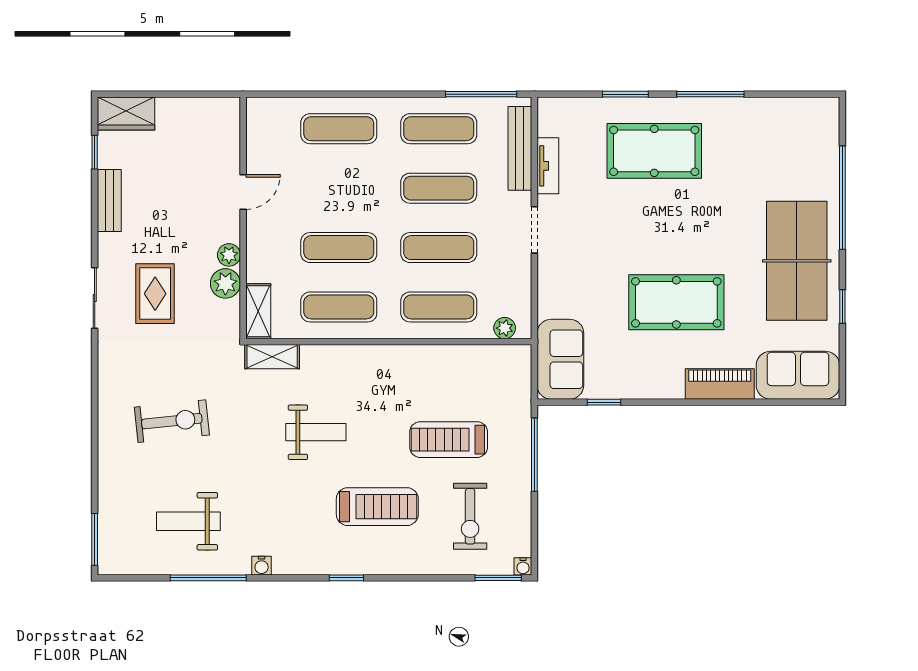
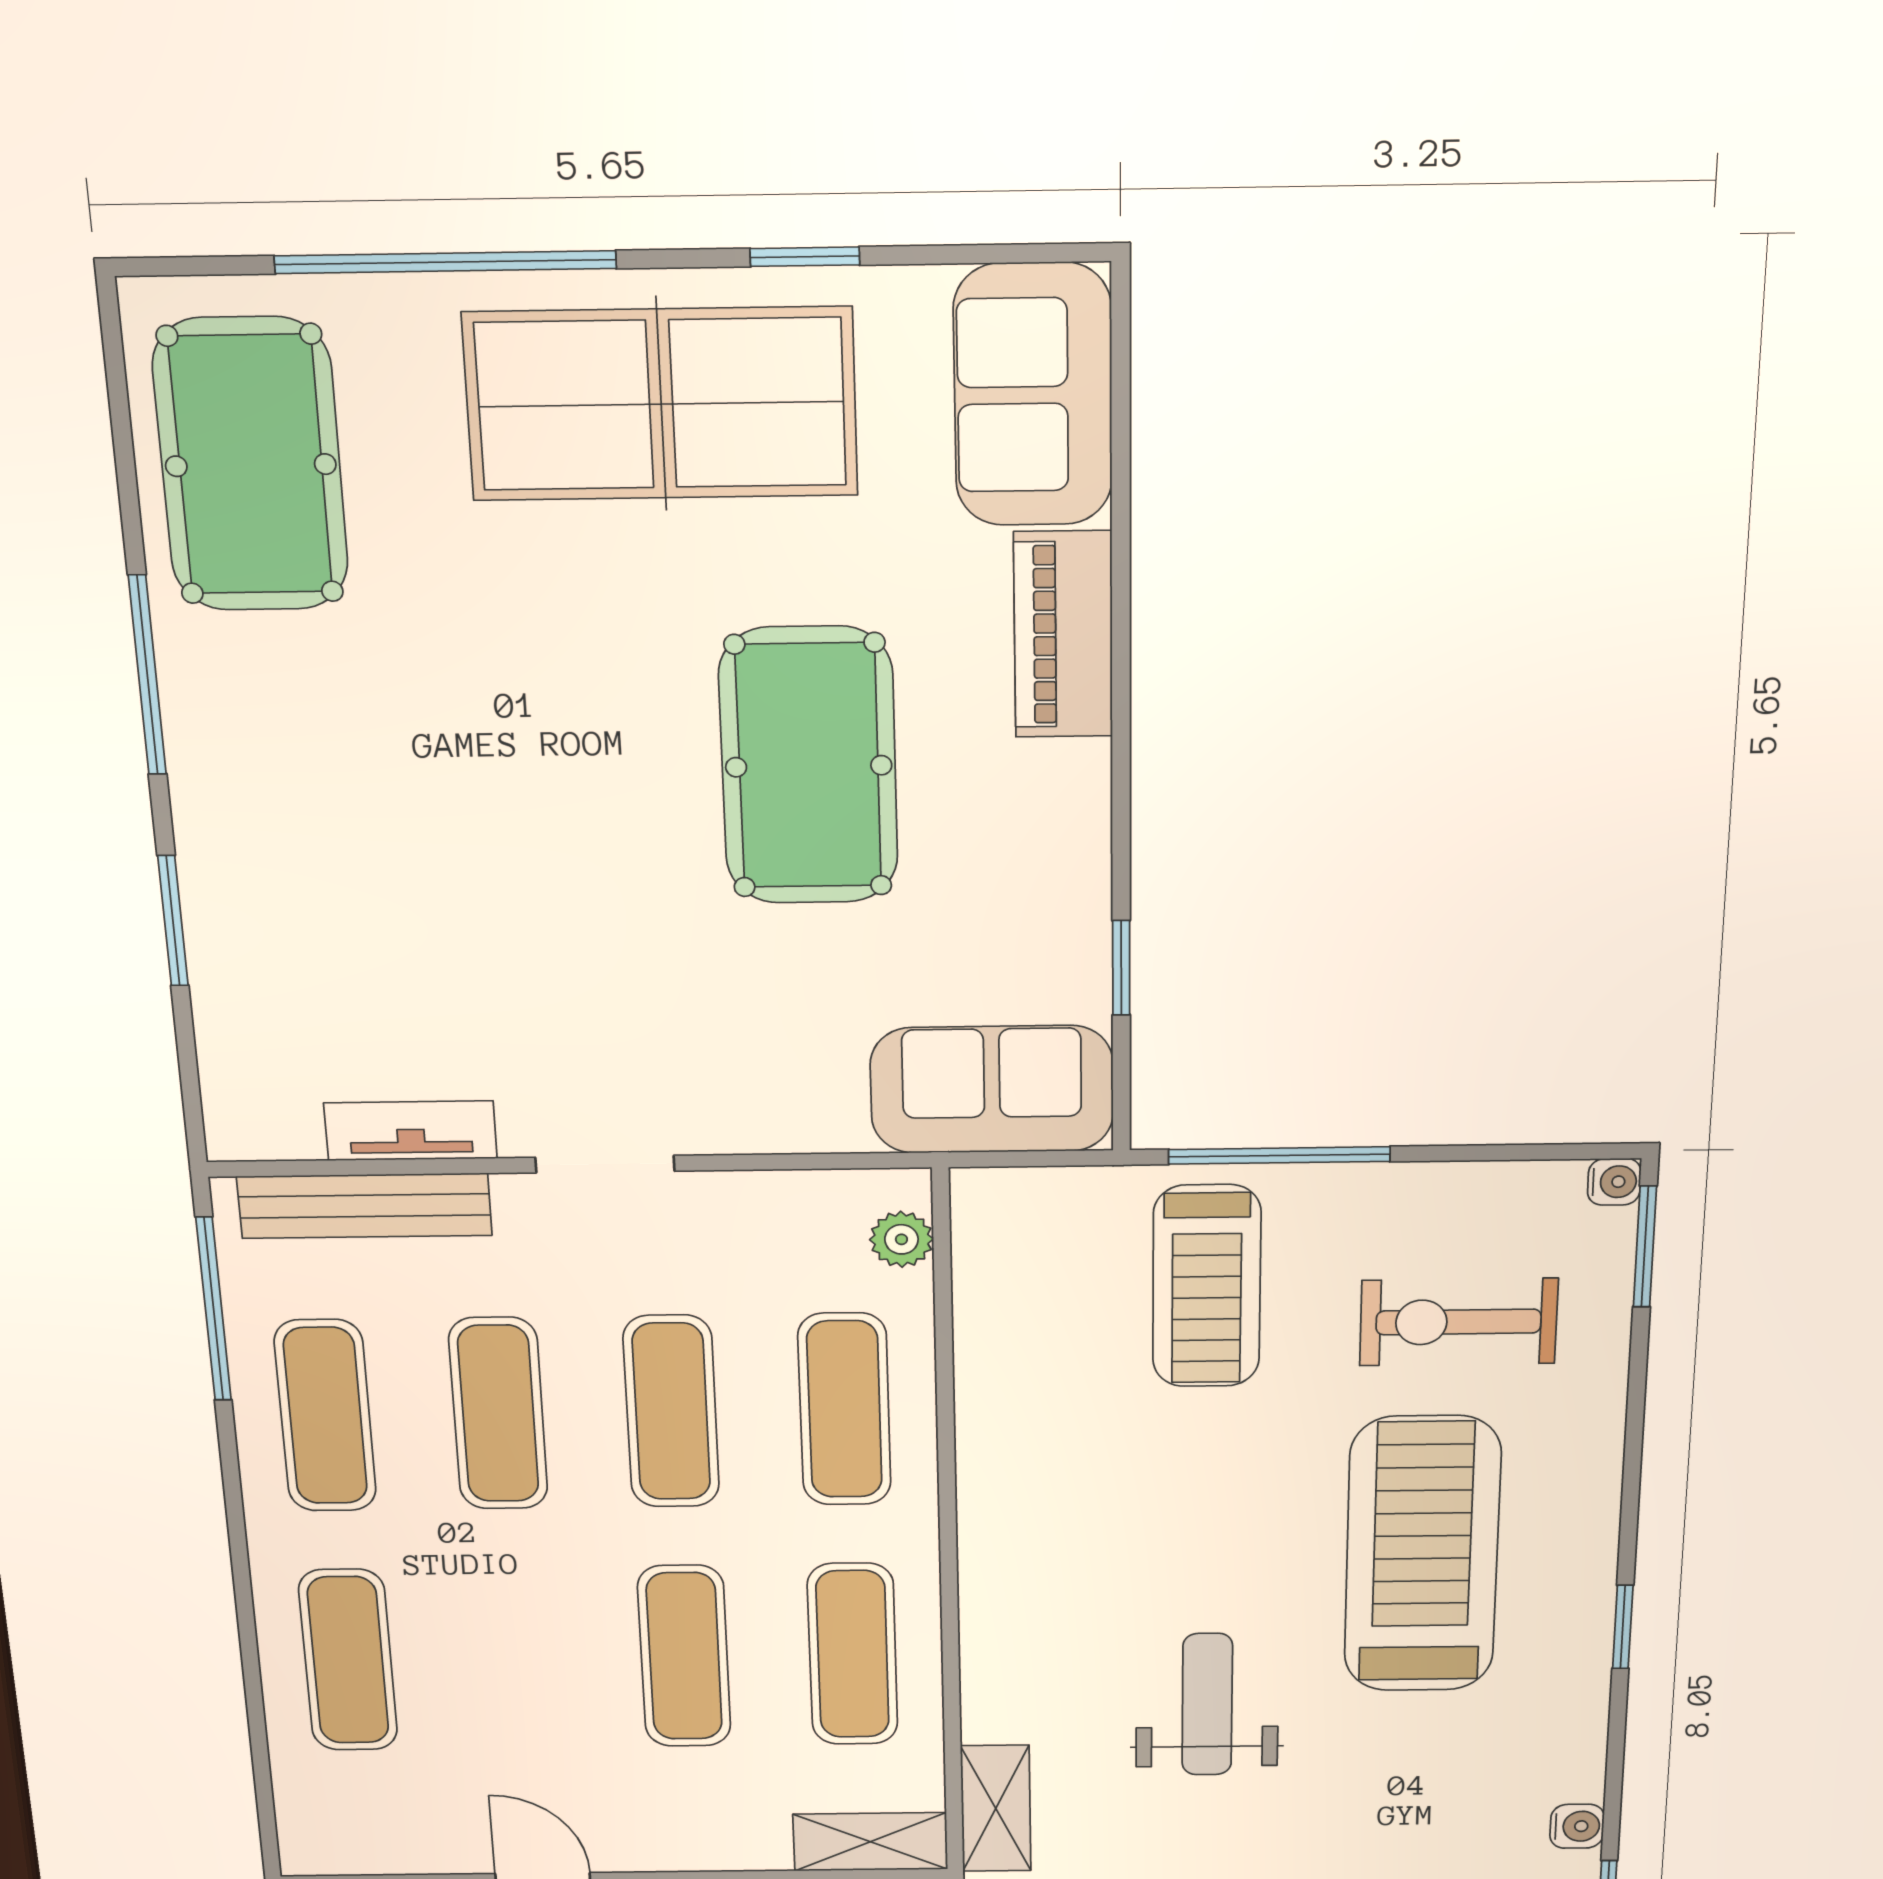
pool table: (654, 151) -> (251, 465), moved
treadmill: (449, 440) -> (1207, 1286), moved
treadmill: (377, 507) -> (1422, 1555), width x1.37, depth x1.38
exercise bike: (470, 516) -> (1459, 1322), turned 180

